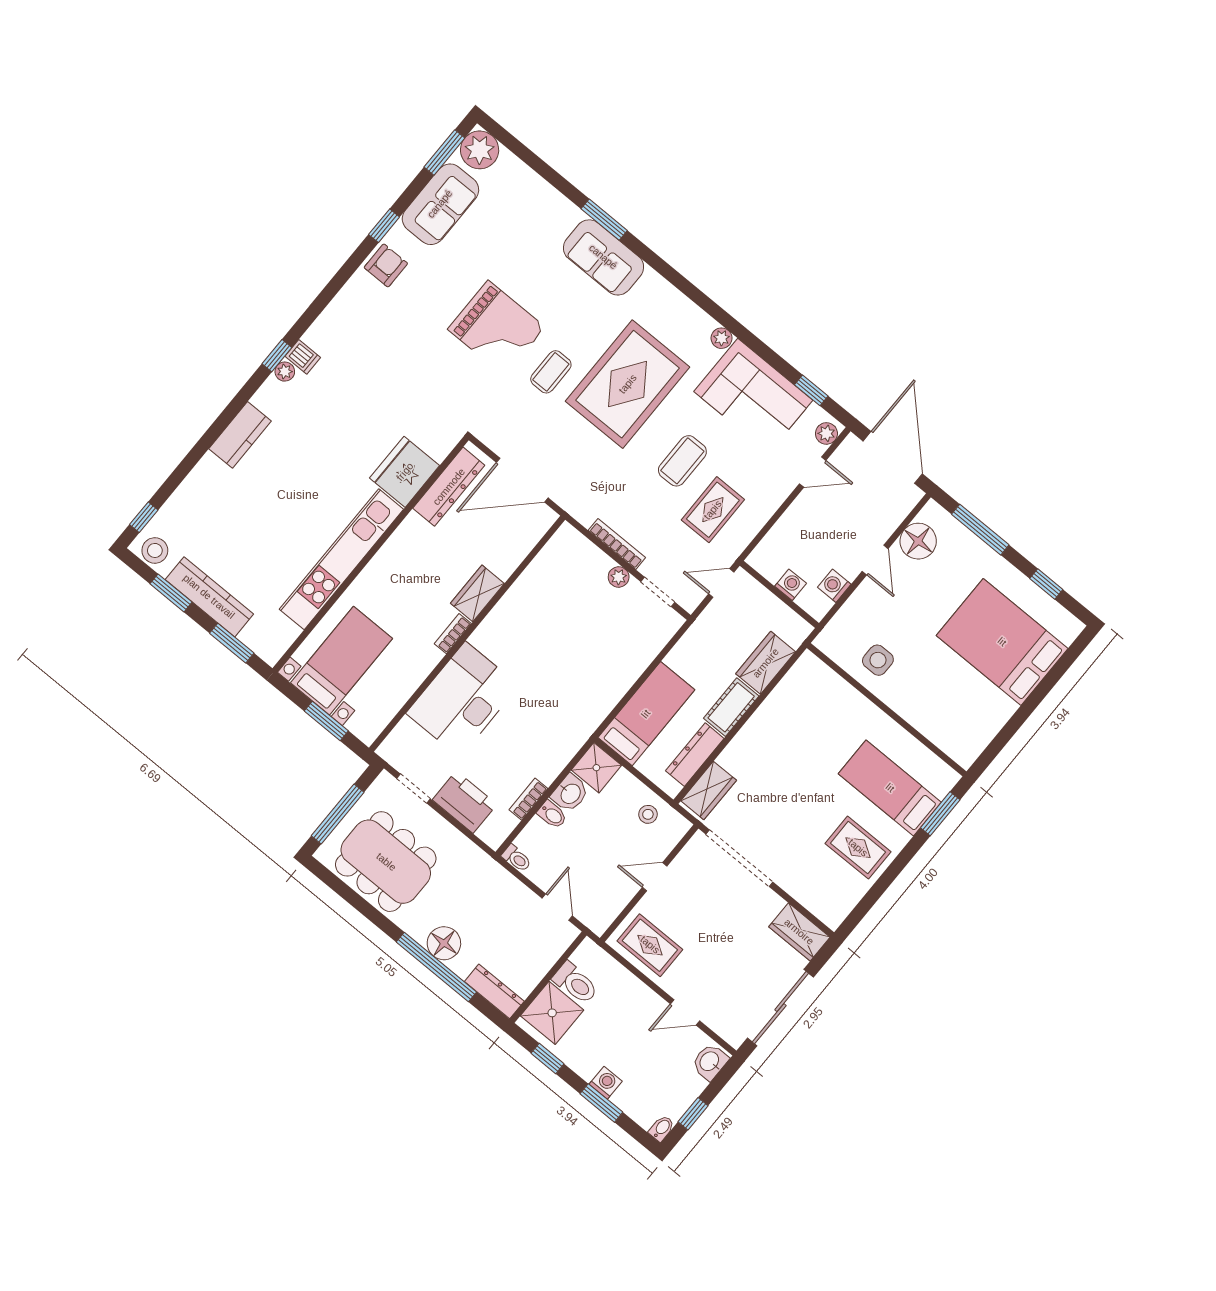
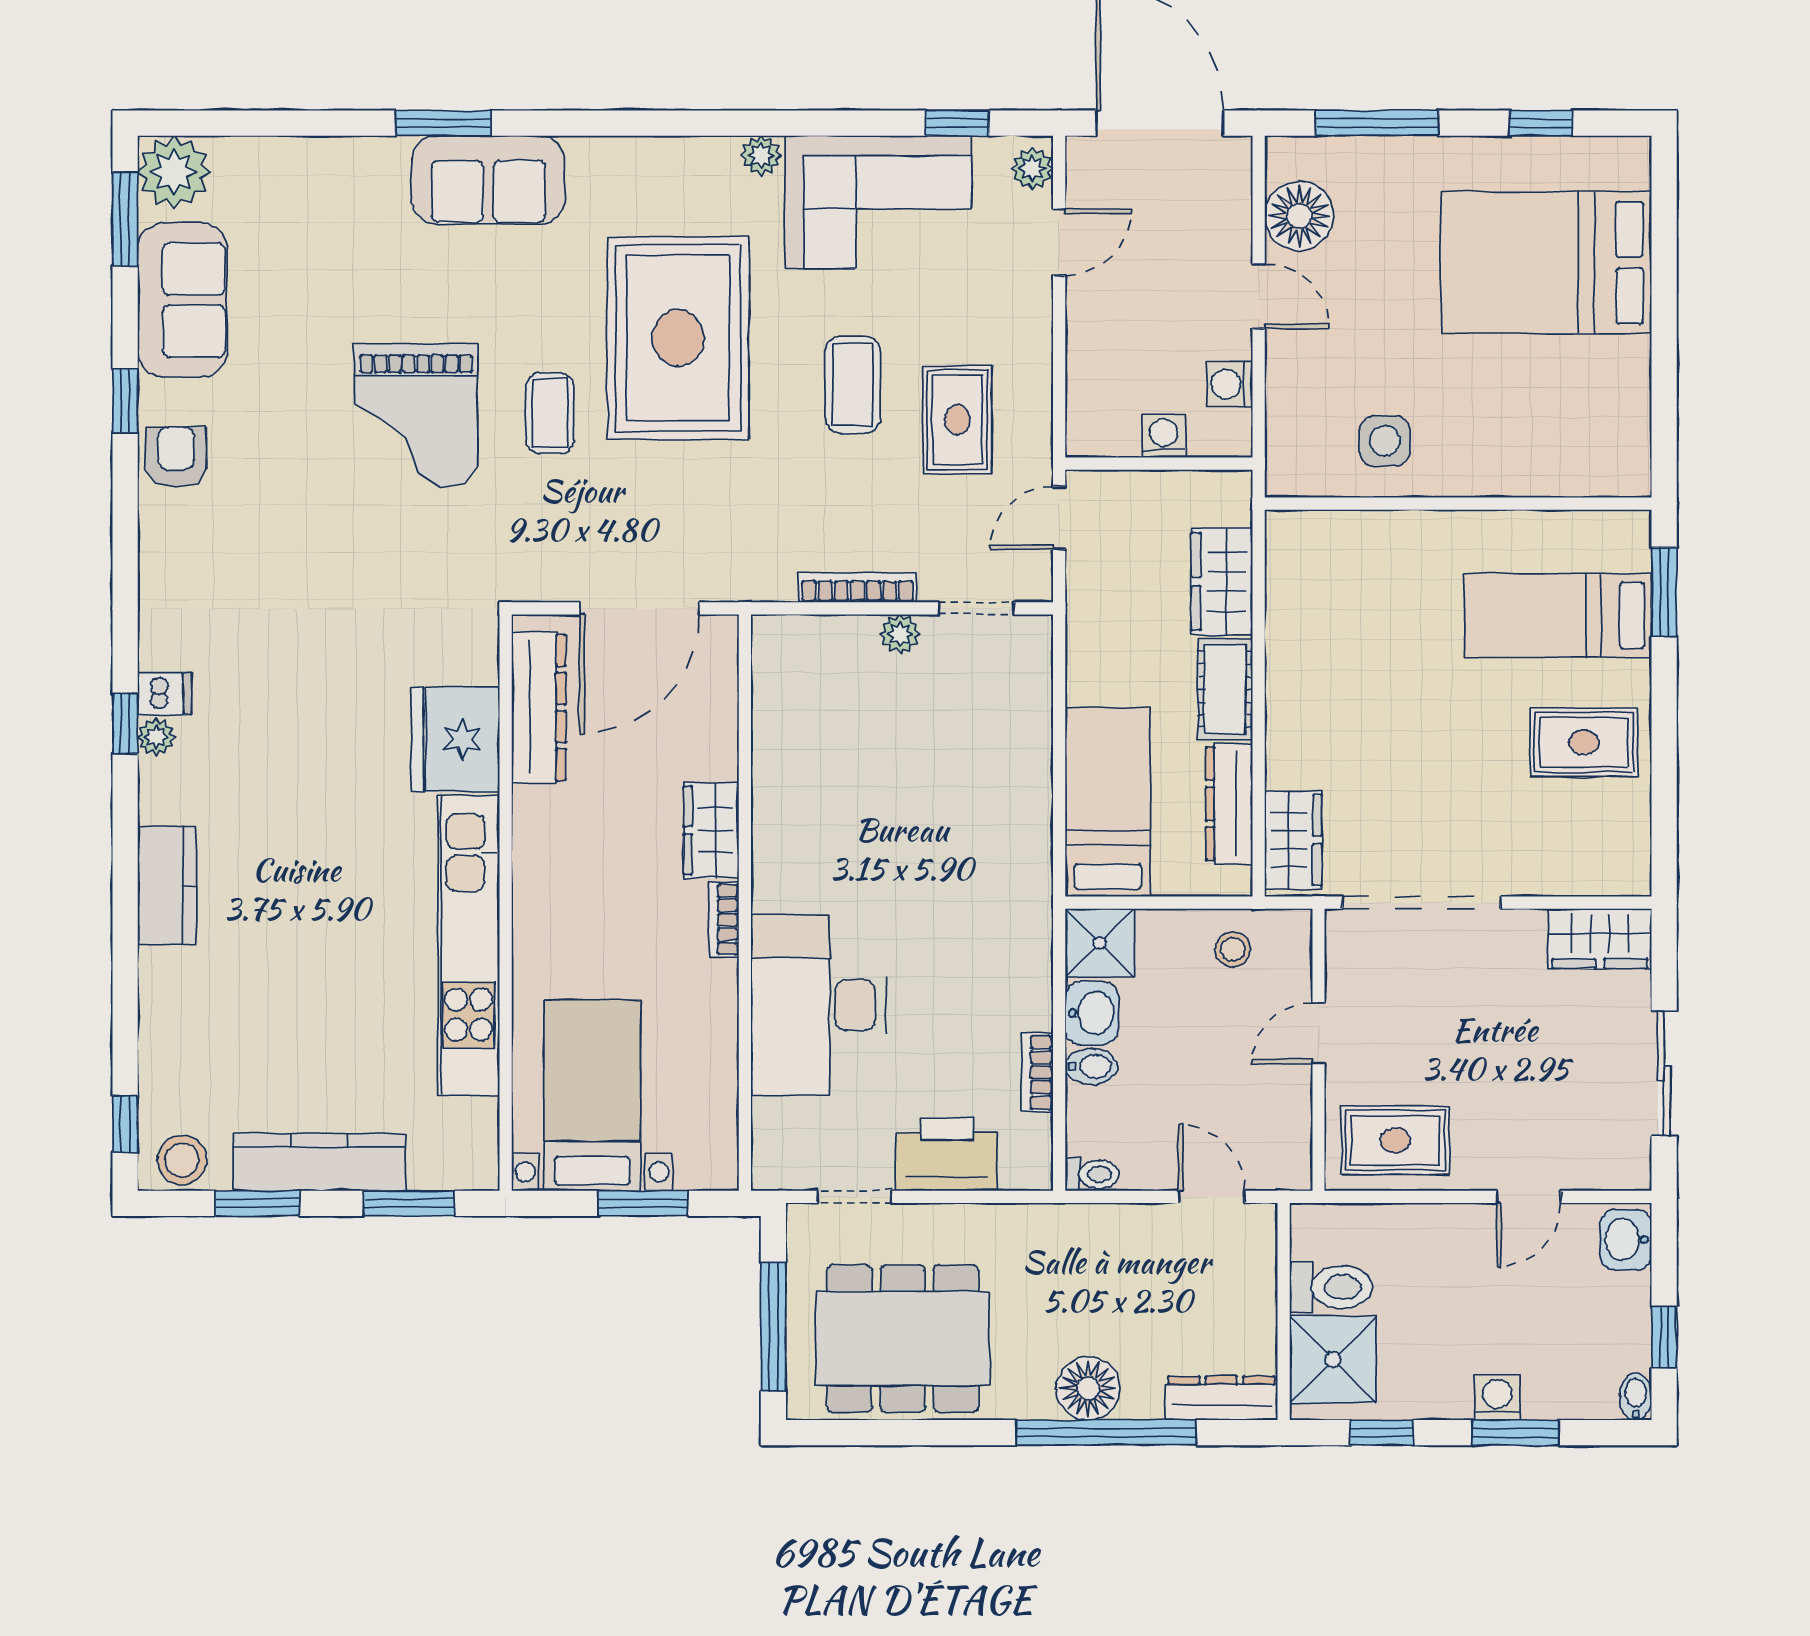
grand piano: (496, 328) -> (416, 415), turned 90
sliding door: (780, 1008) -> (1664, 1073), width x0.73

